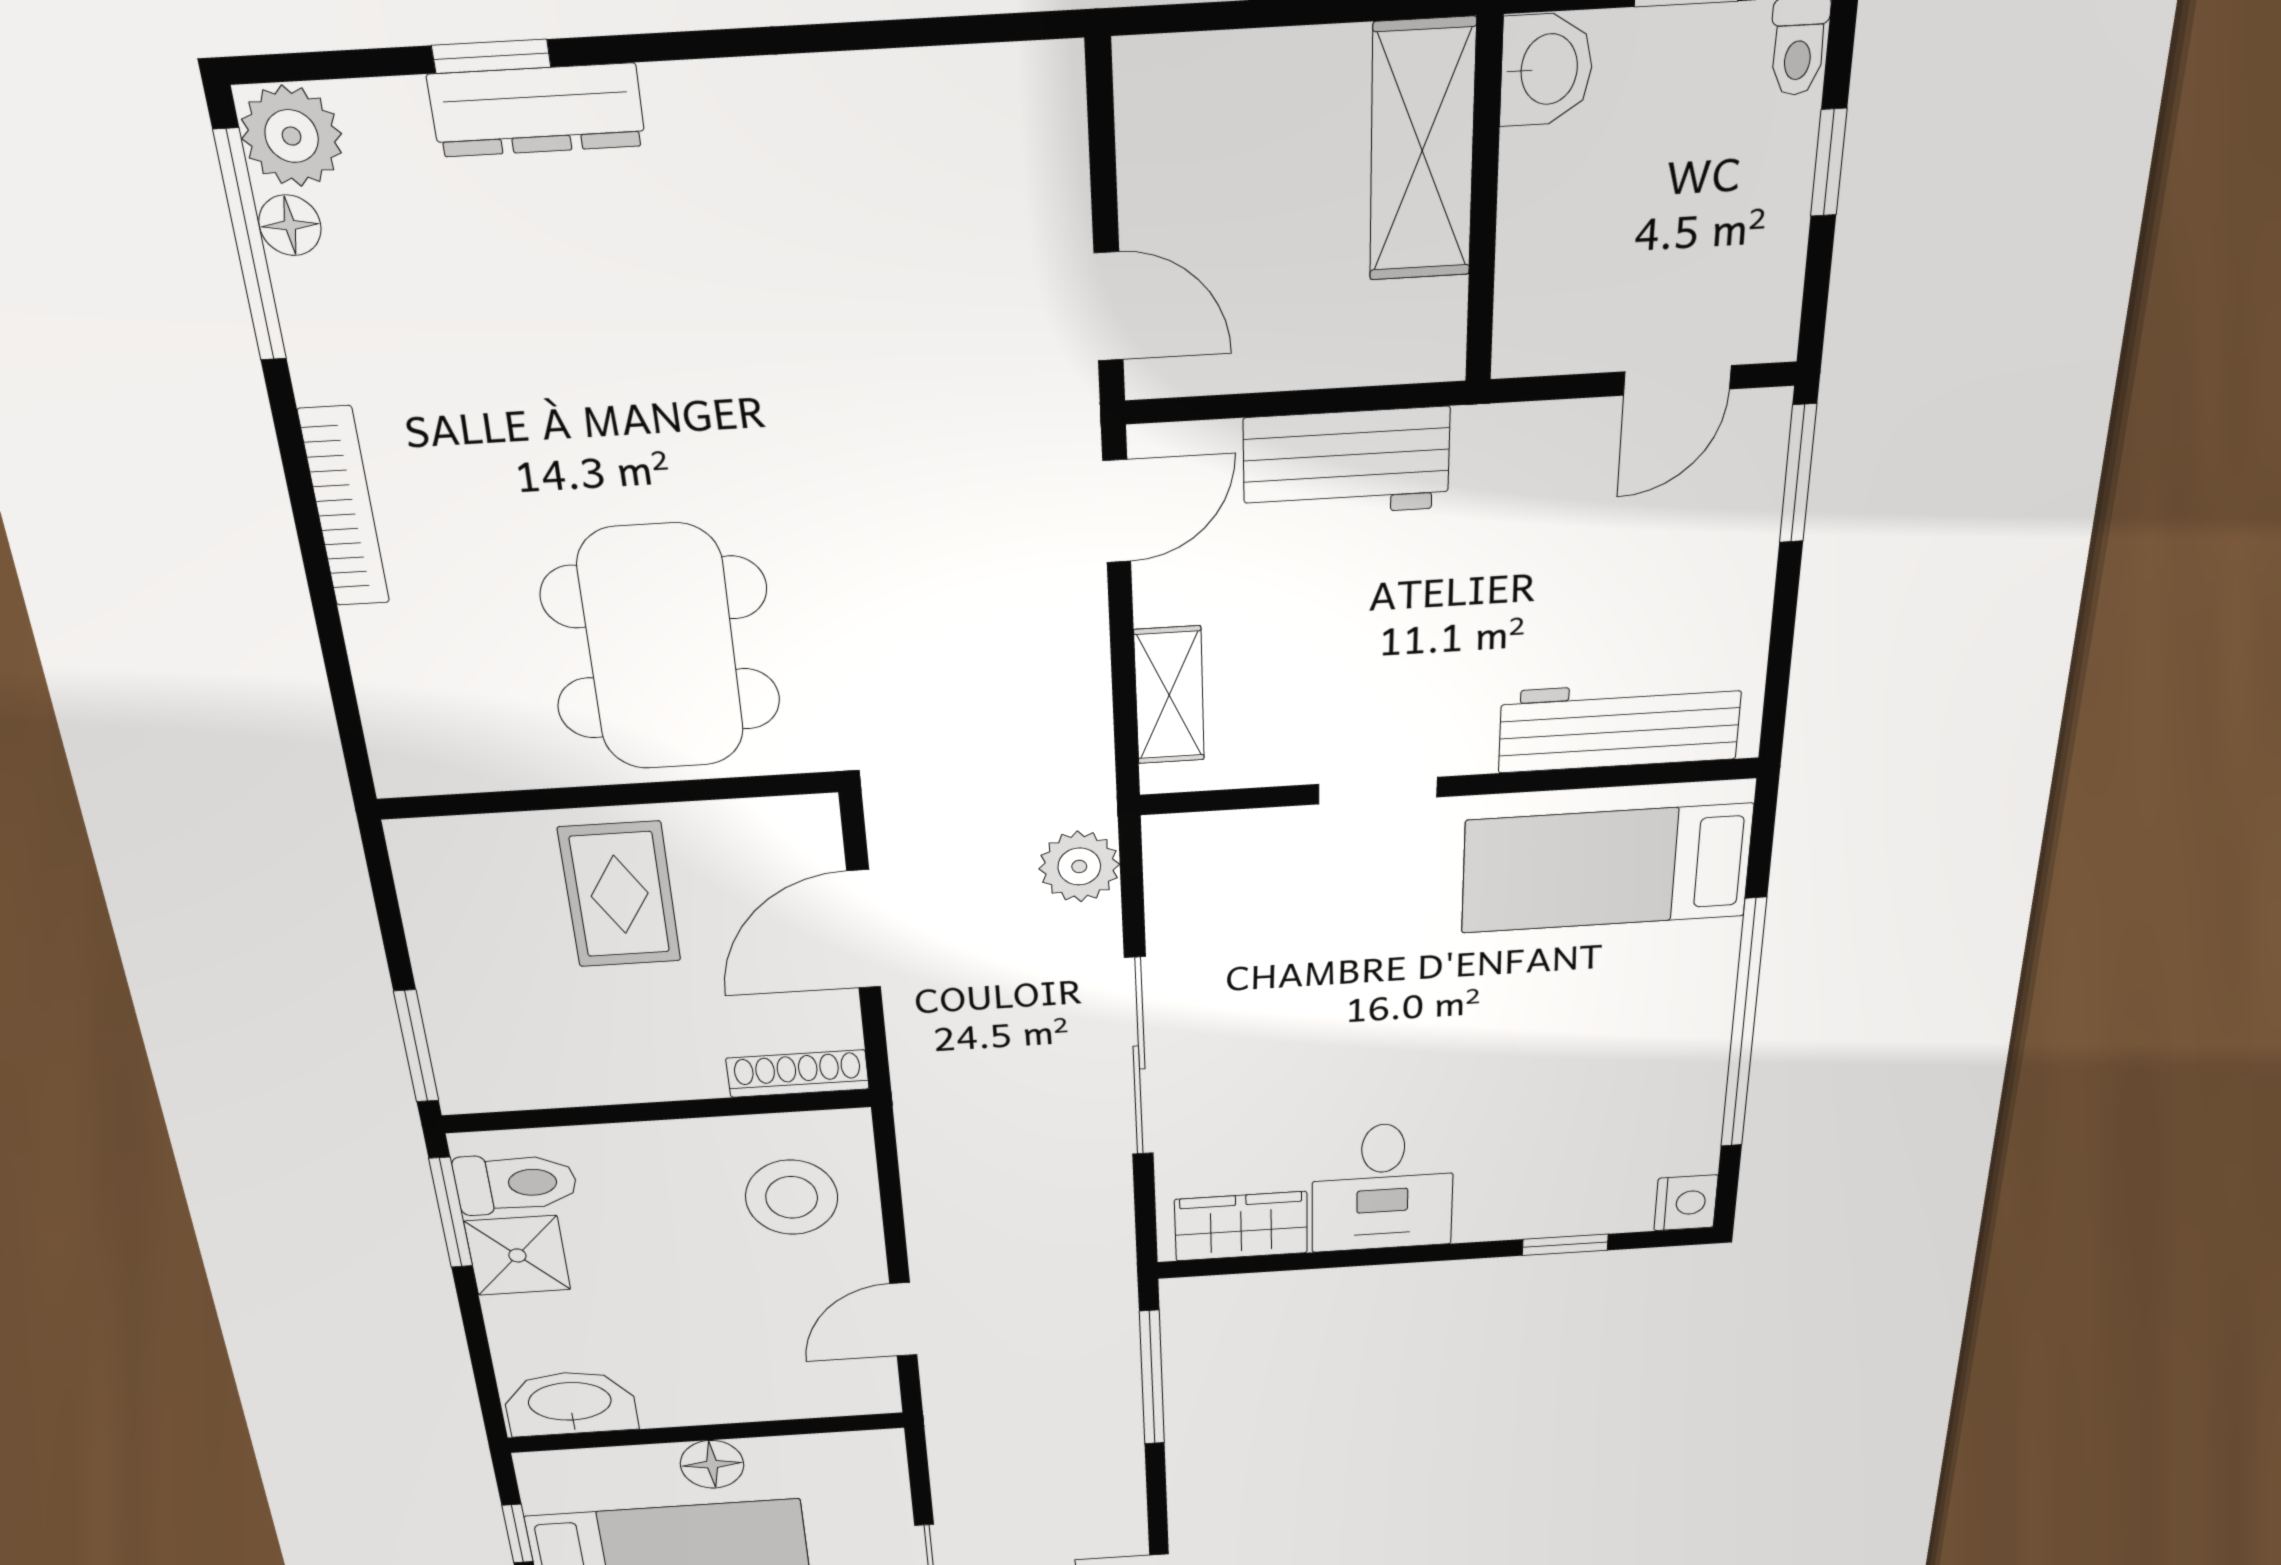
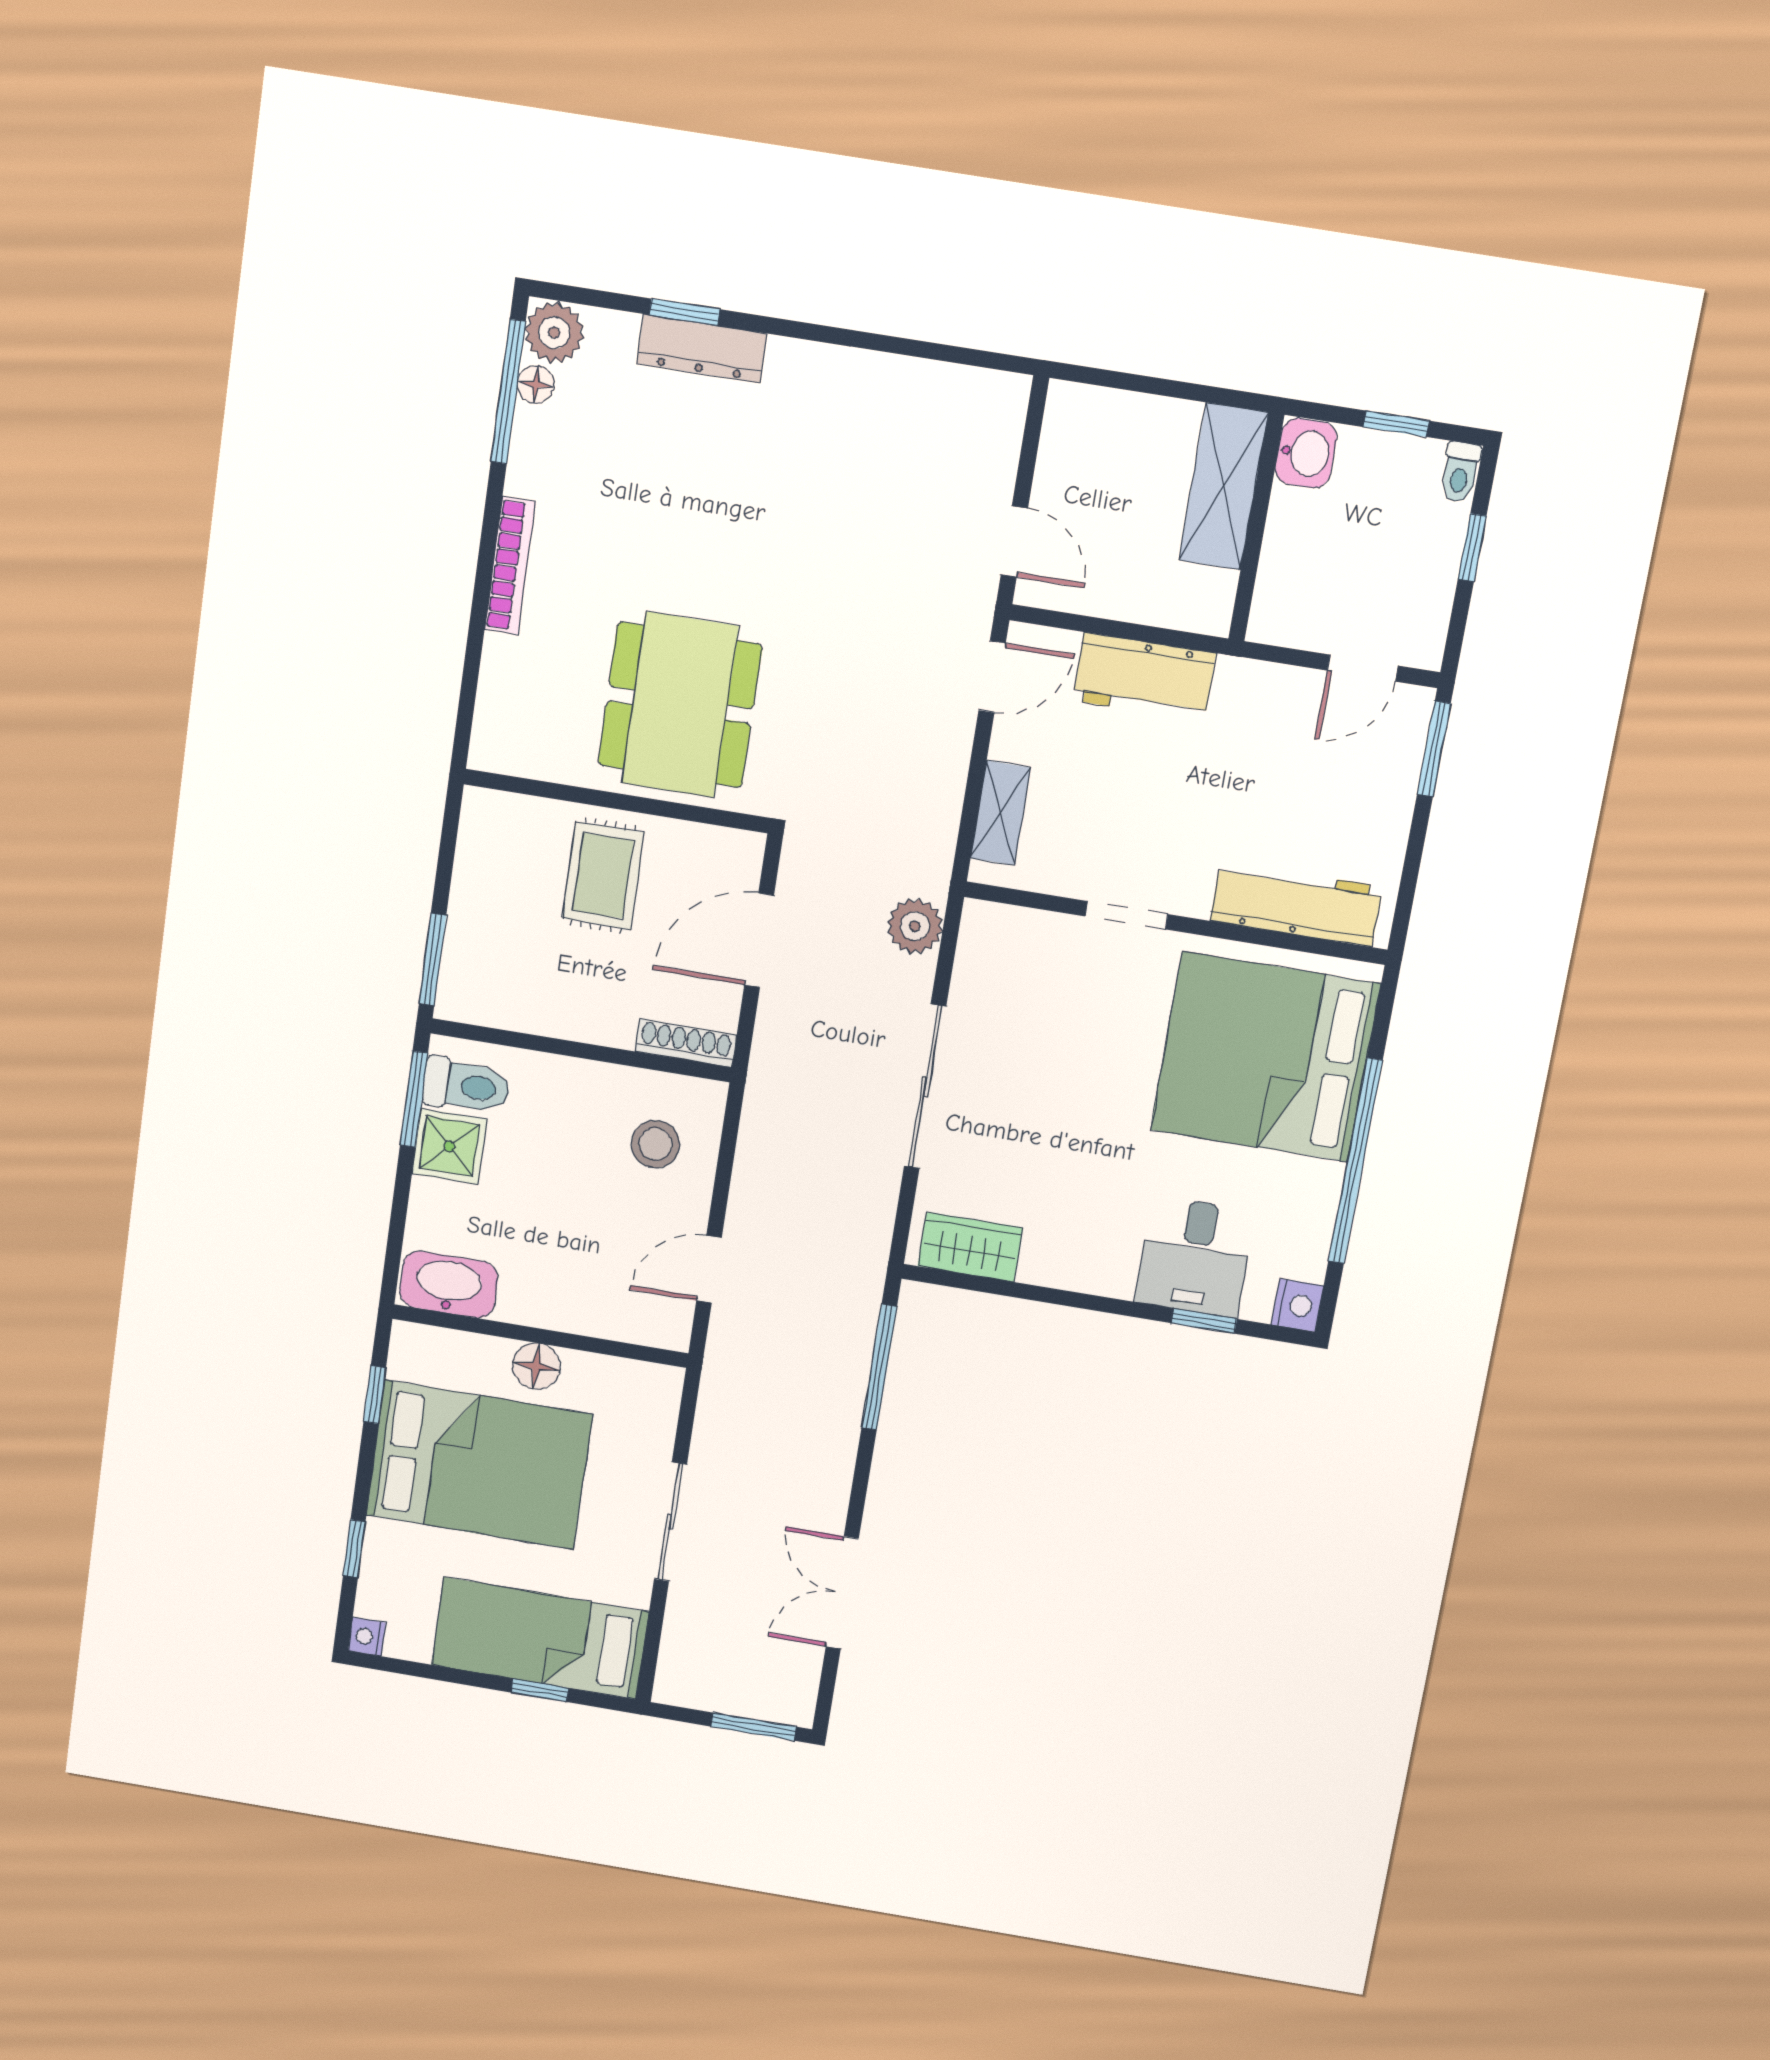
bed: (1606, 868) -> (1265, 1057), width x2.04
desk: (1383, 1187) -> (1195, 1257), moved
stool: (792, 1197) -> (655, 1144), width x0.73, depth x0.73

